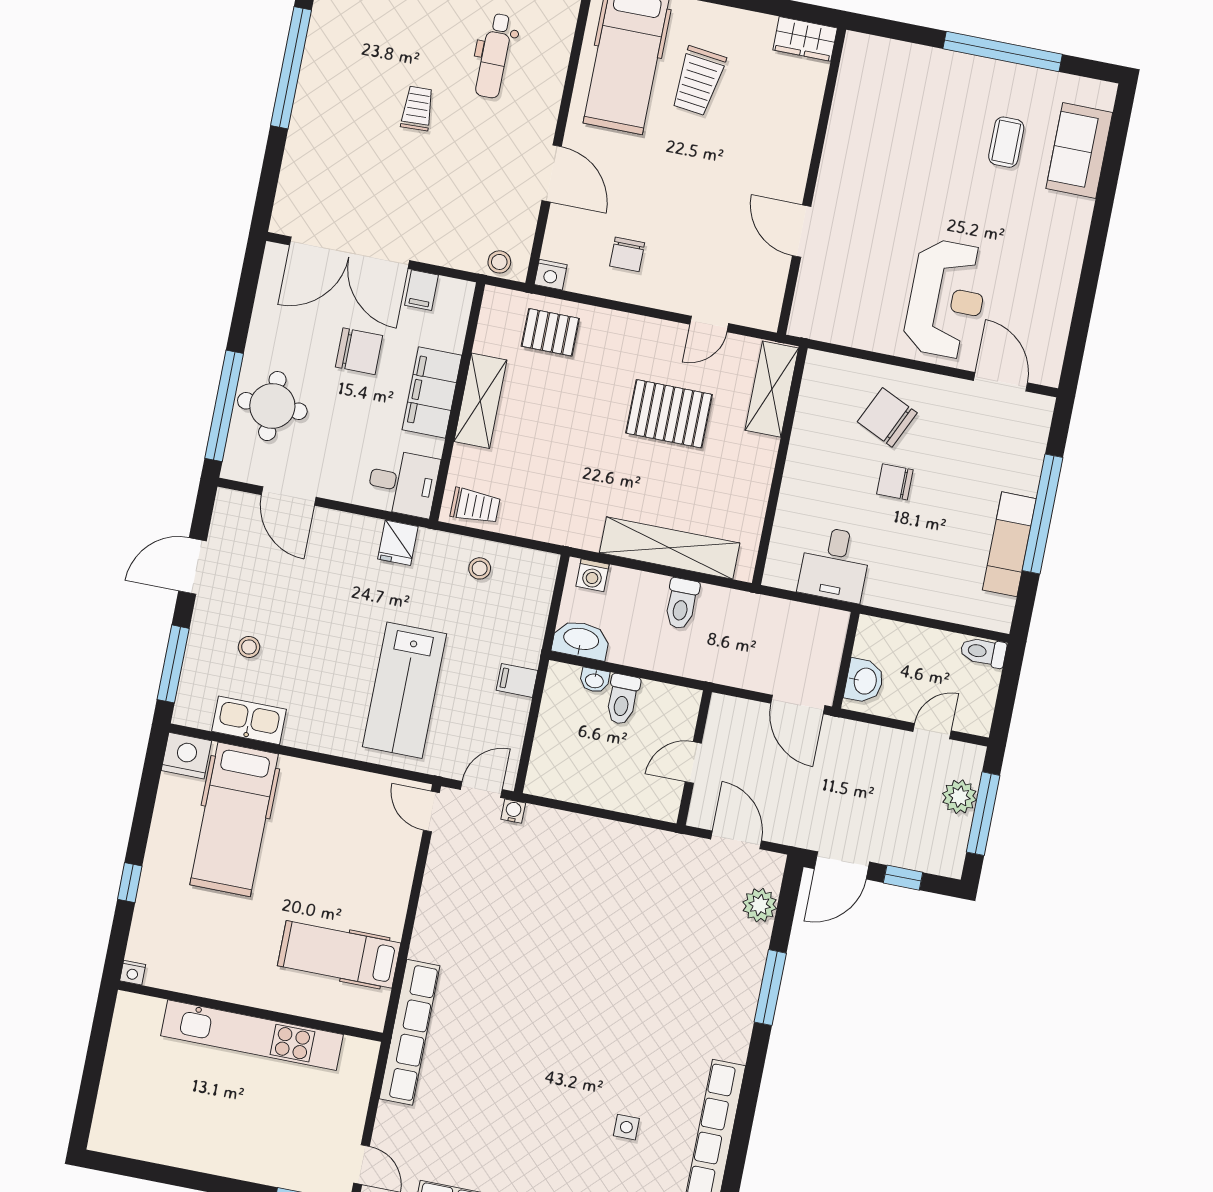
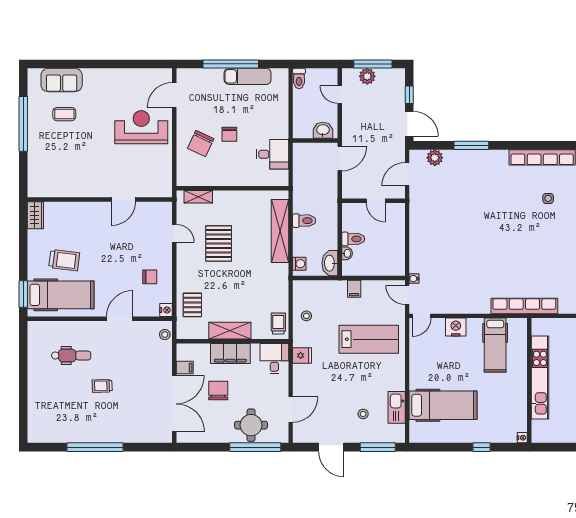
shelving: (772, 389) -> (198, 197), width x0.67, depth x0.75
nightstand: (186, 756) -> (456, 327), moved, turned 90

